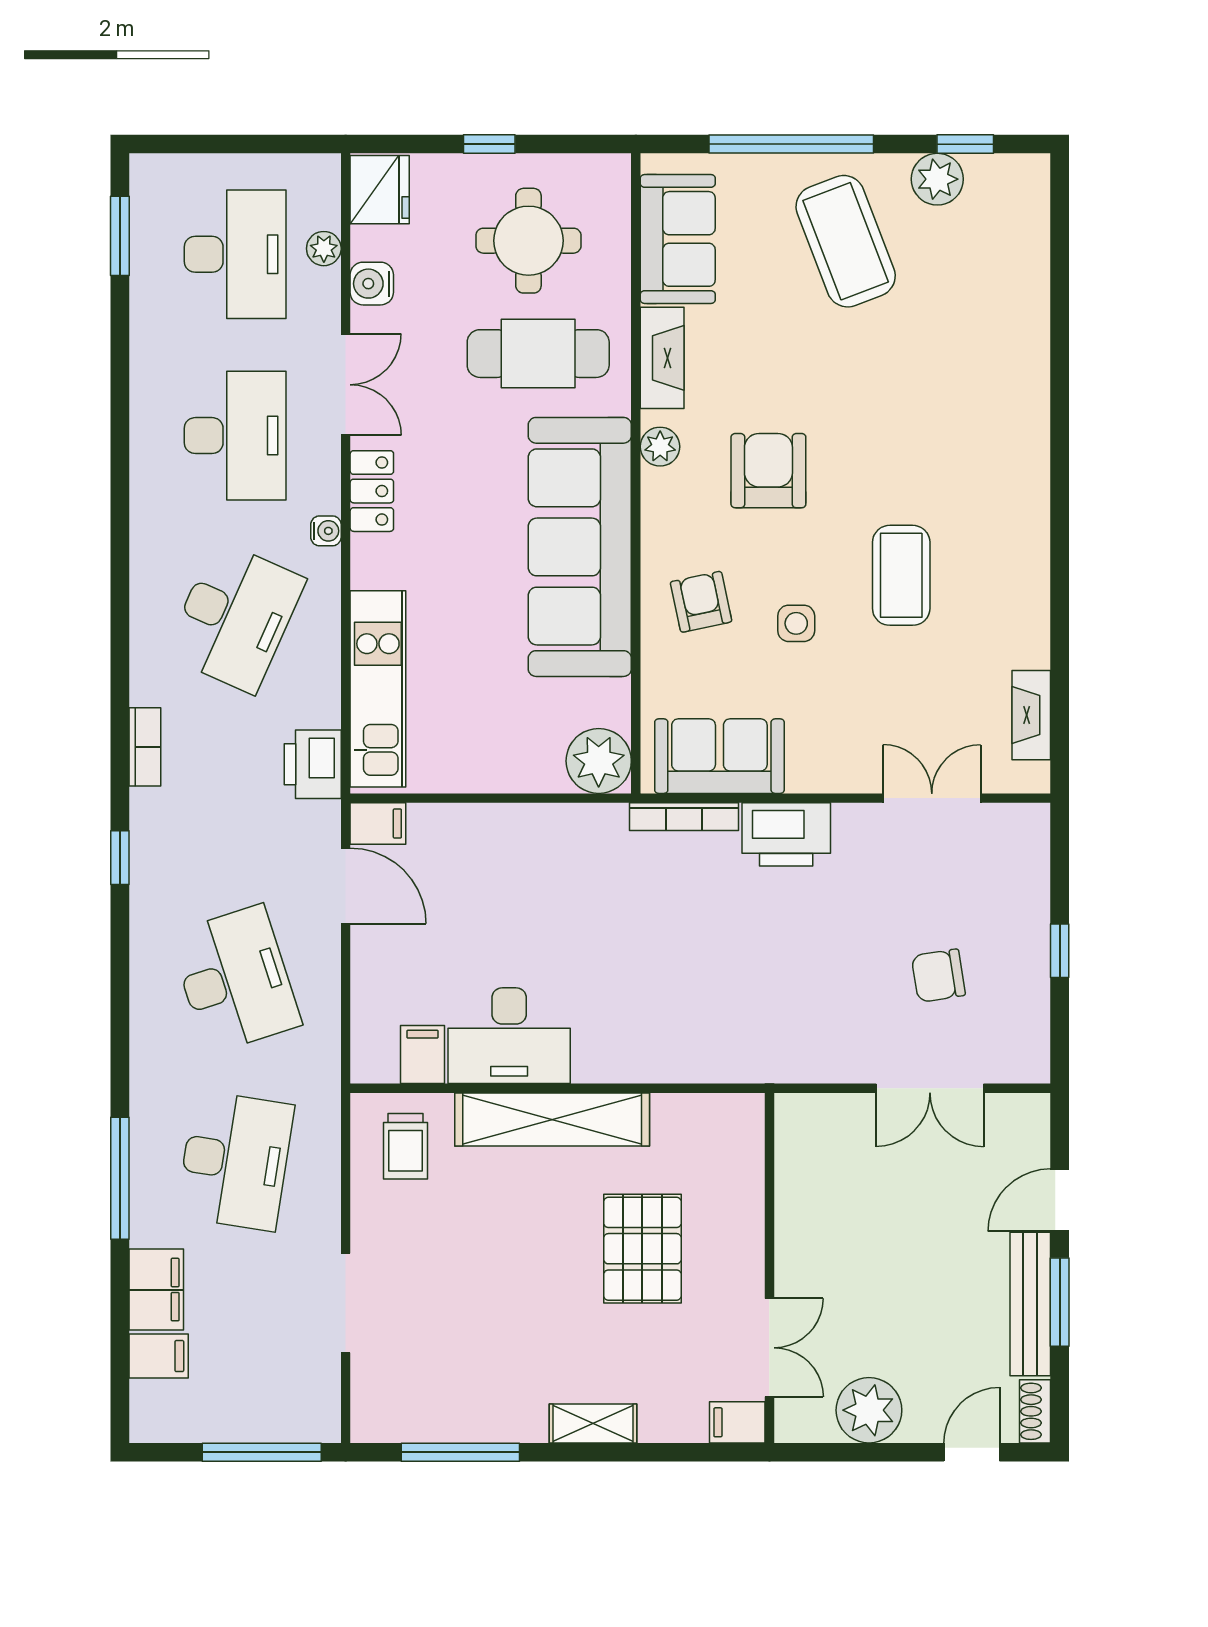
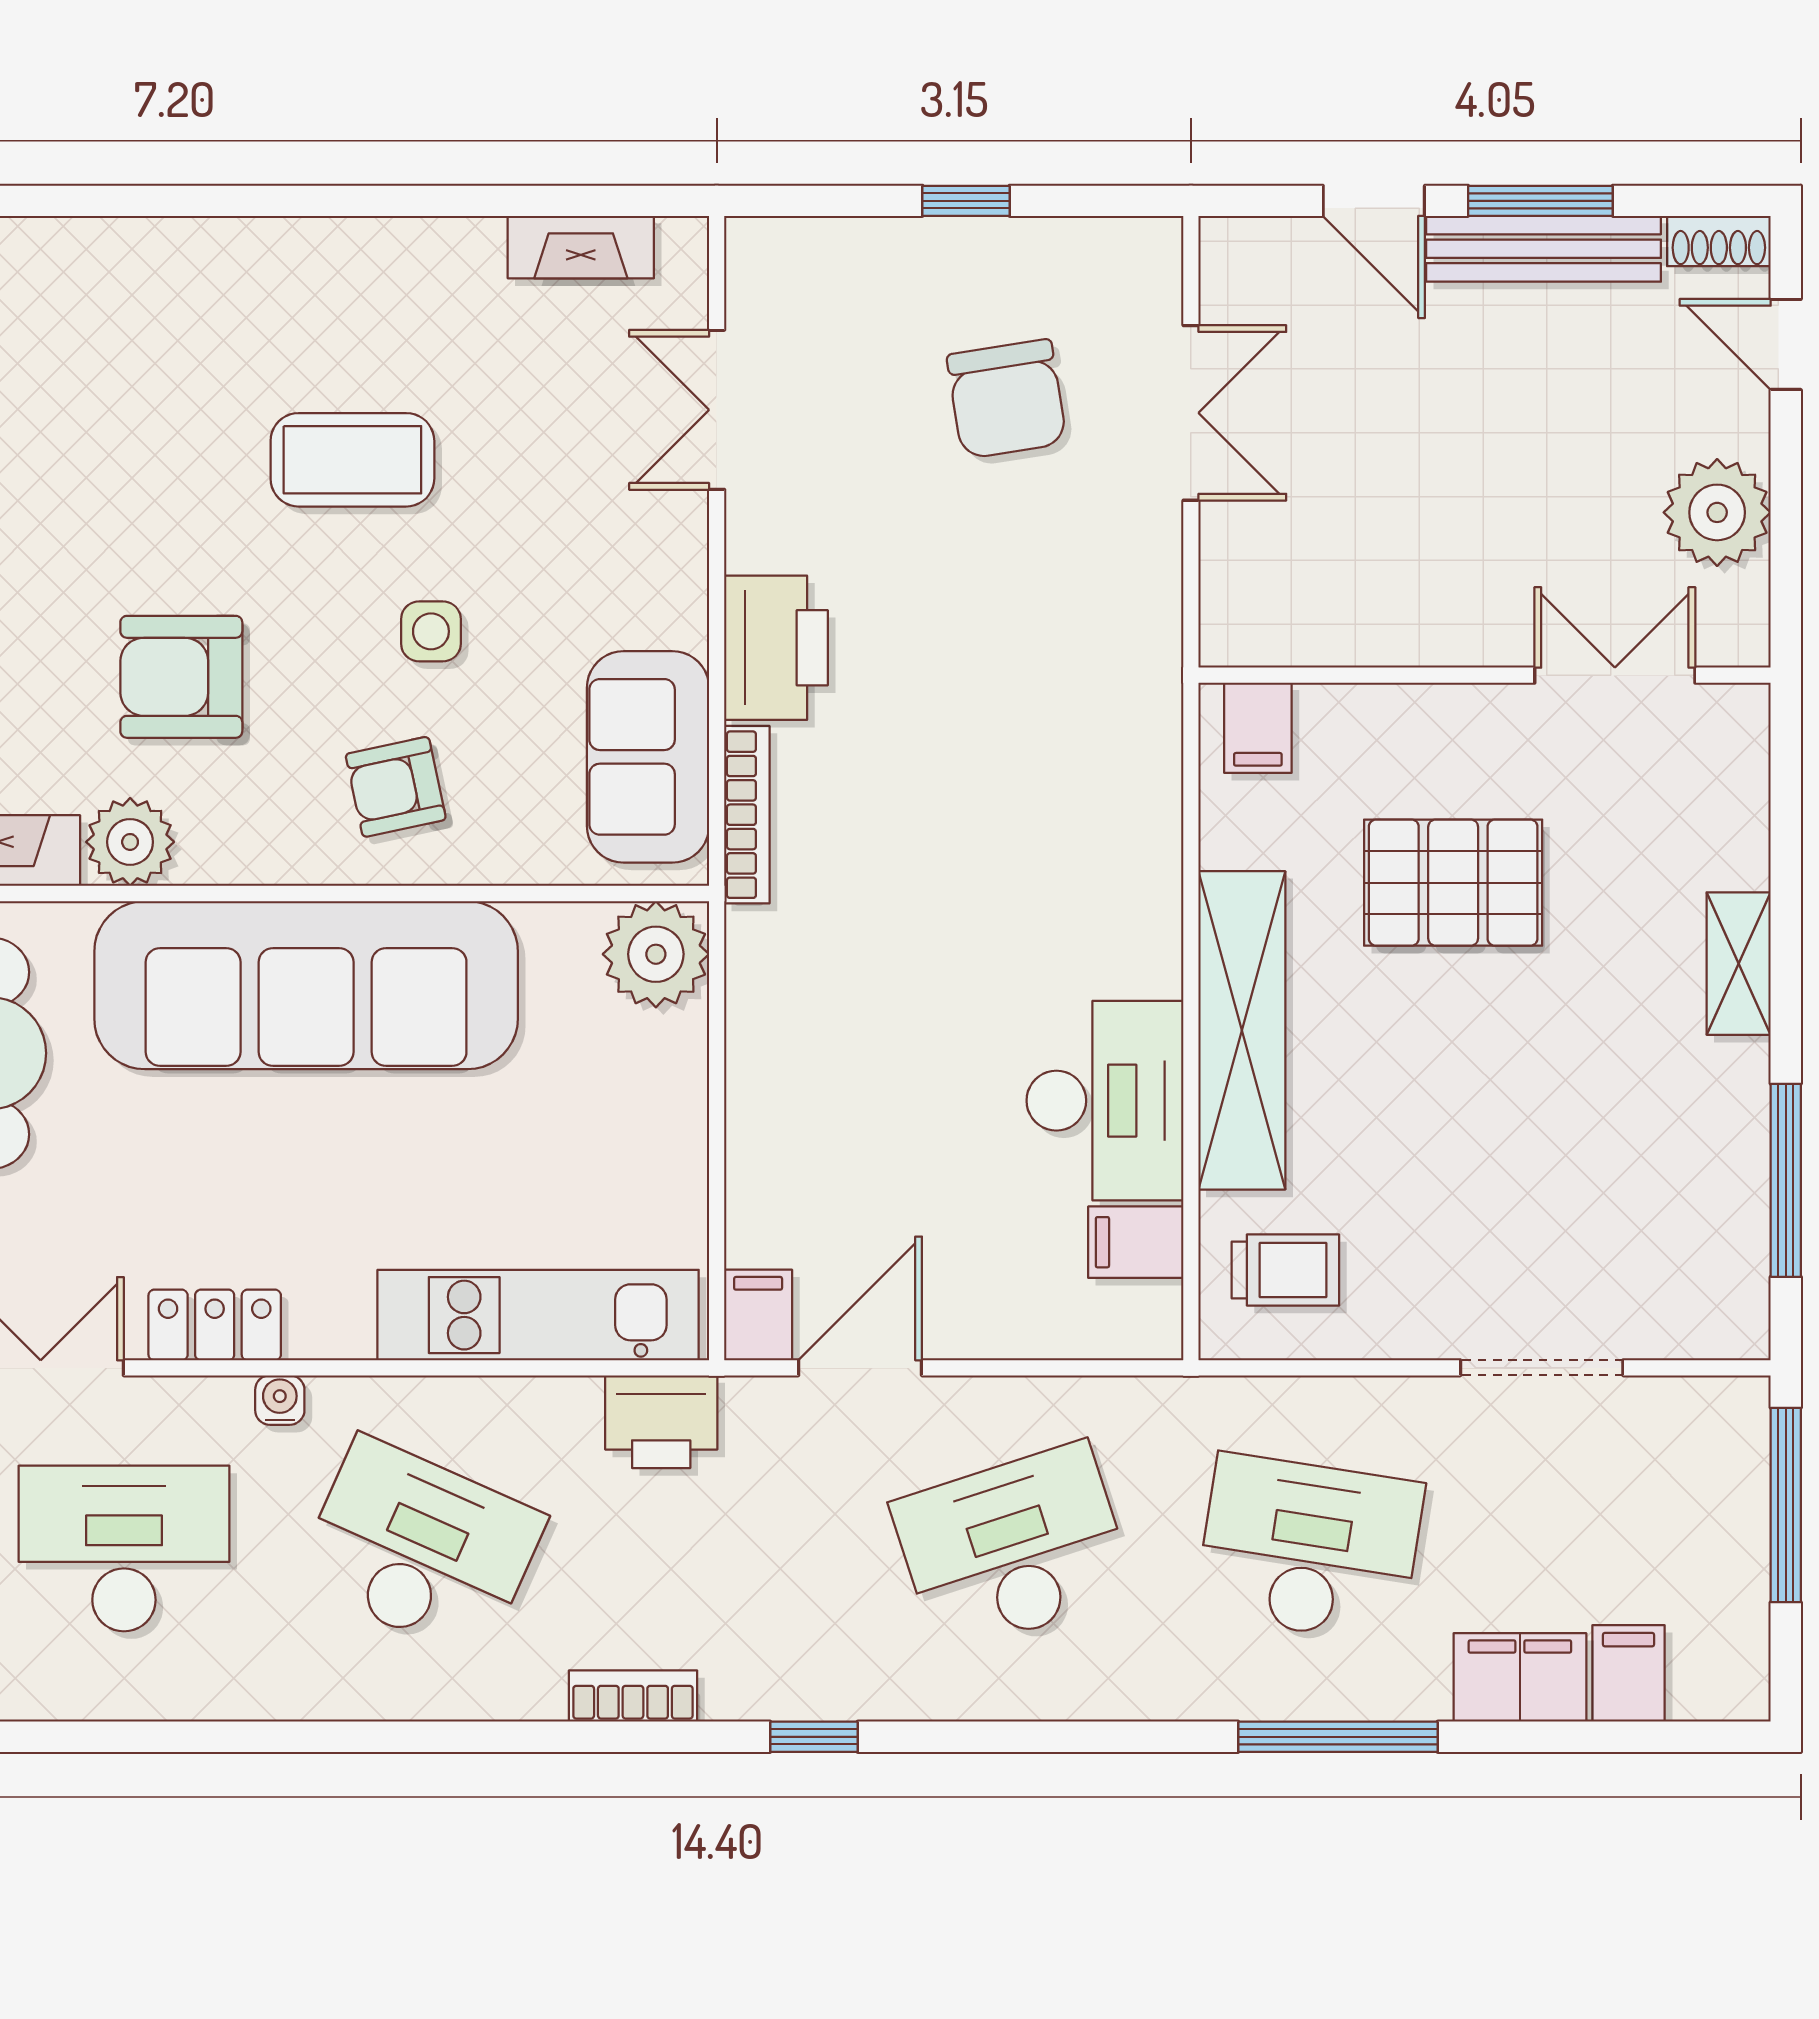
plant: (660, 447) -> (130, 842), width x1.38, depth x1.38
chair: (938, 976) -> (1007, 399), width x1.37, depth x1.37
filing cabinet: (737, 1422) -> (1258, 728), moved

